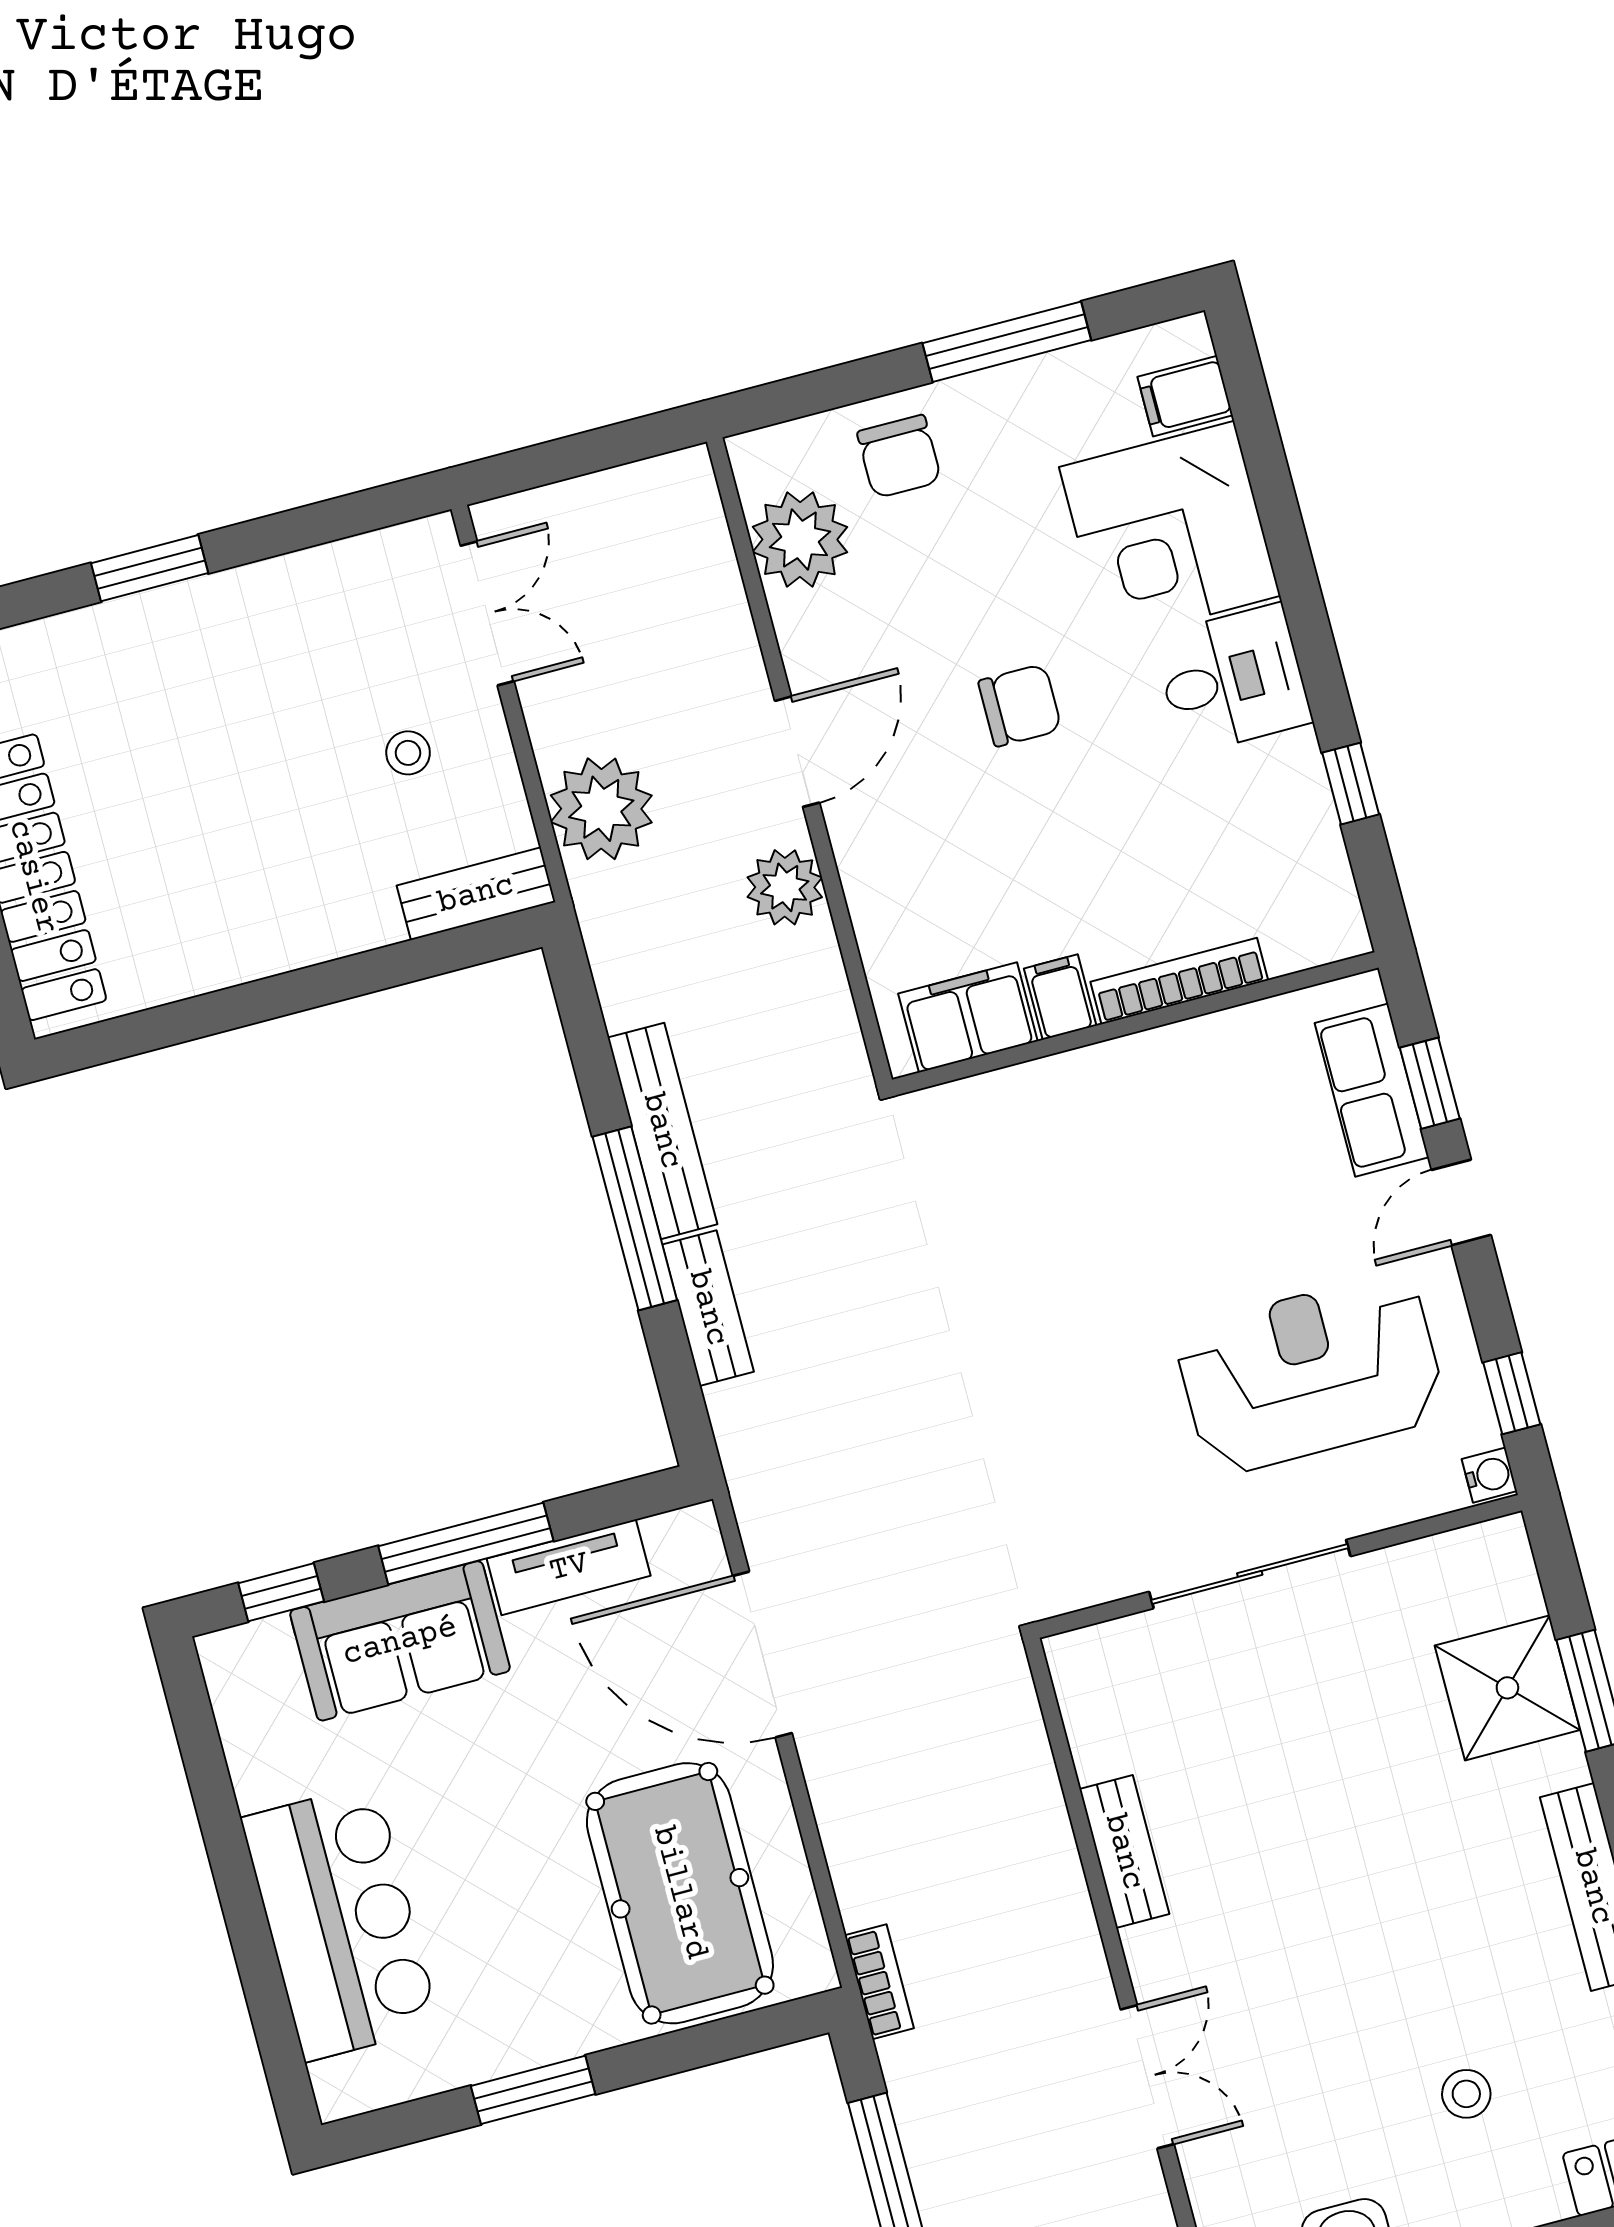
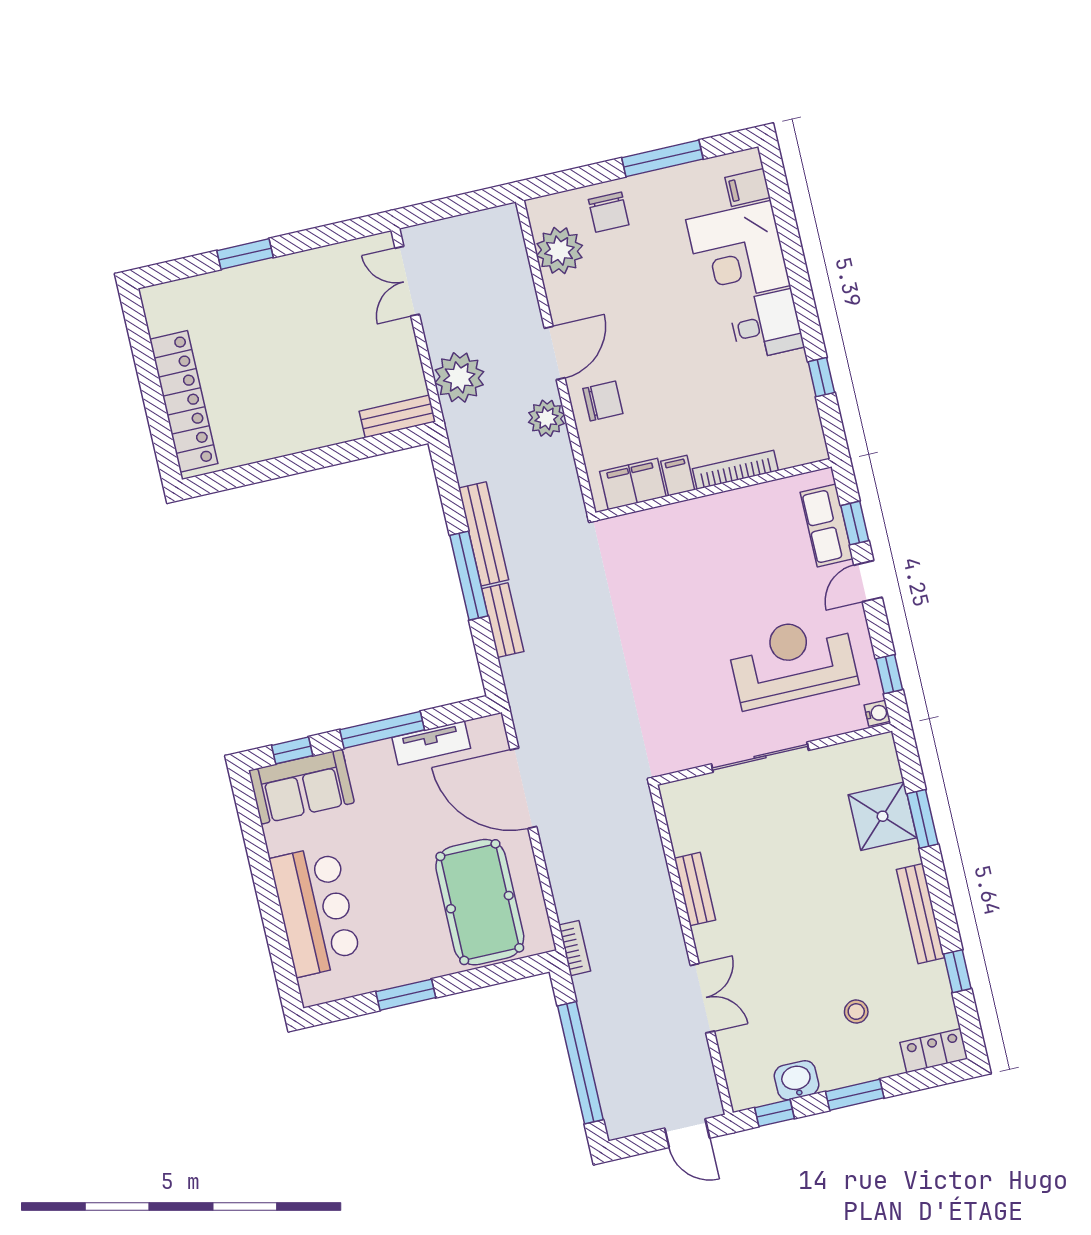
double door: (487, 613) -> (407, 281), swing flipped
chair: (1020, 705) -> (603, 401), moved
stool: (408, 753) -> (367, 347), removed
sofa: (400, 1641) -> (301, 787), moved

